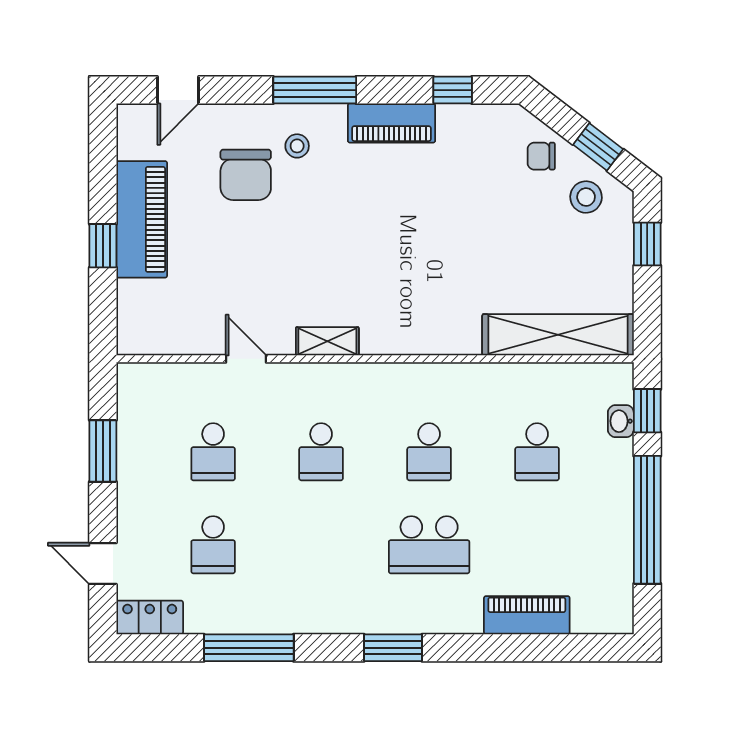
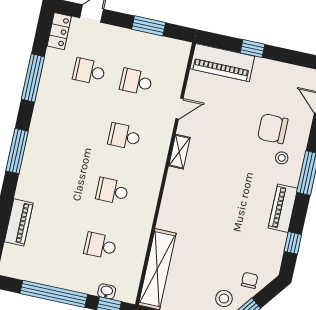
piano: (142, 219) -> (222, 63), moved
school desk: (429, 545) -> (65, 181), removed
window: (393, 648) -> (17, 151), width x1.44

